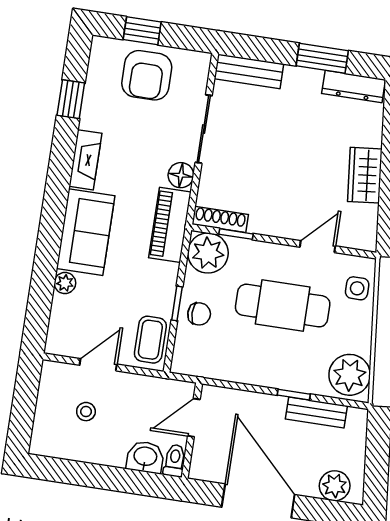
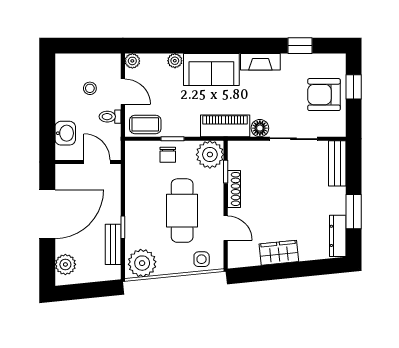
shoe rack: (220, 219) -> (234, 189), moved
plant: (56, 344) -> (132, 61), added
toilet: (175, 461) -> (110, 117), moved, turned 180

